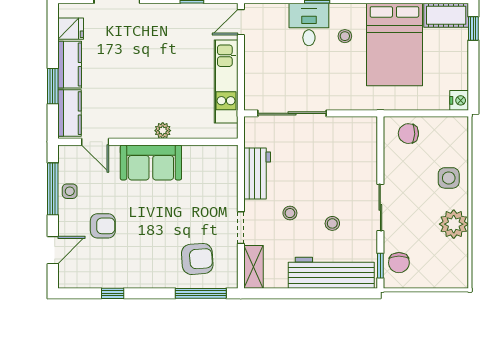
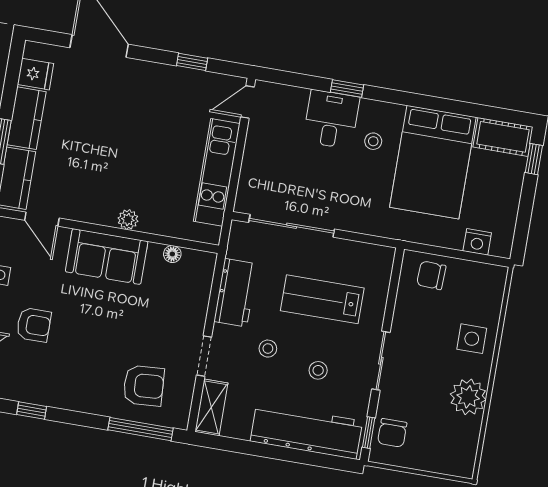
nightstand: (459, 100) -> (477, 242), moved, turned 90
floor lamp: (202, 152) -> (172, 254), added
lab bench: (326, 167) -> (322, 299), added

